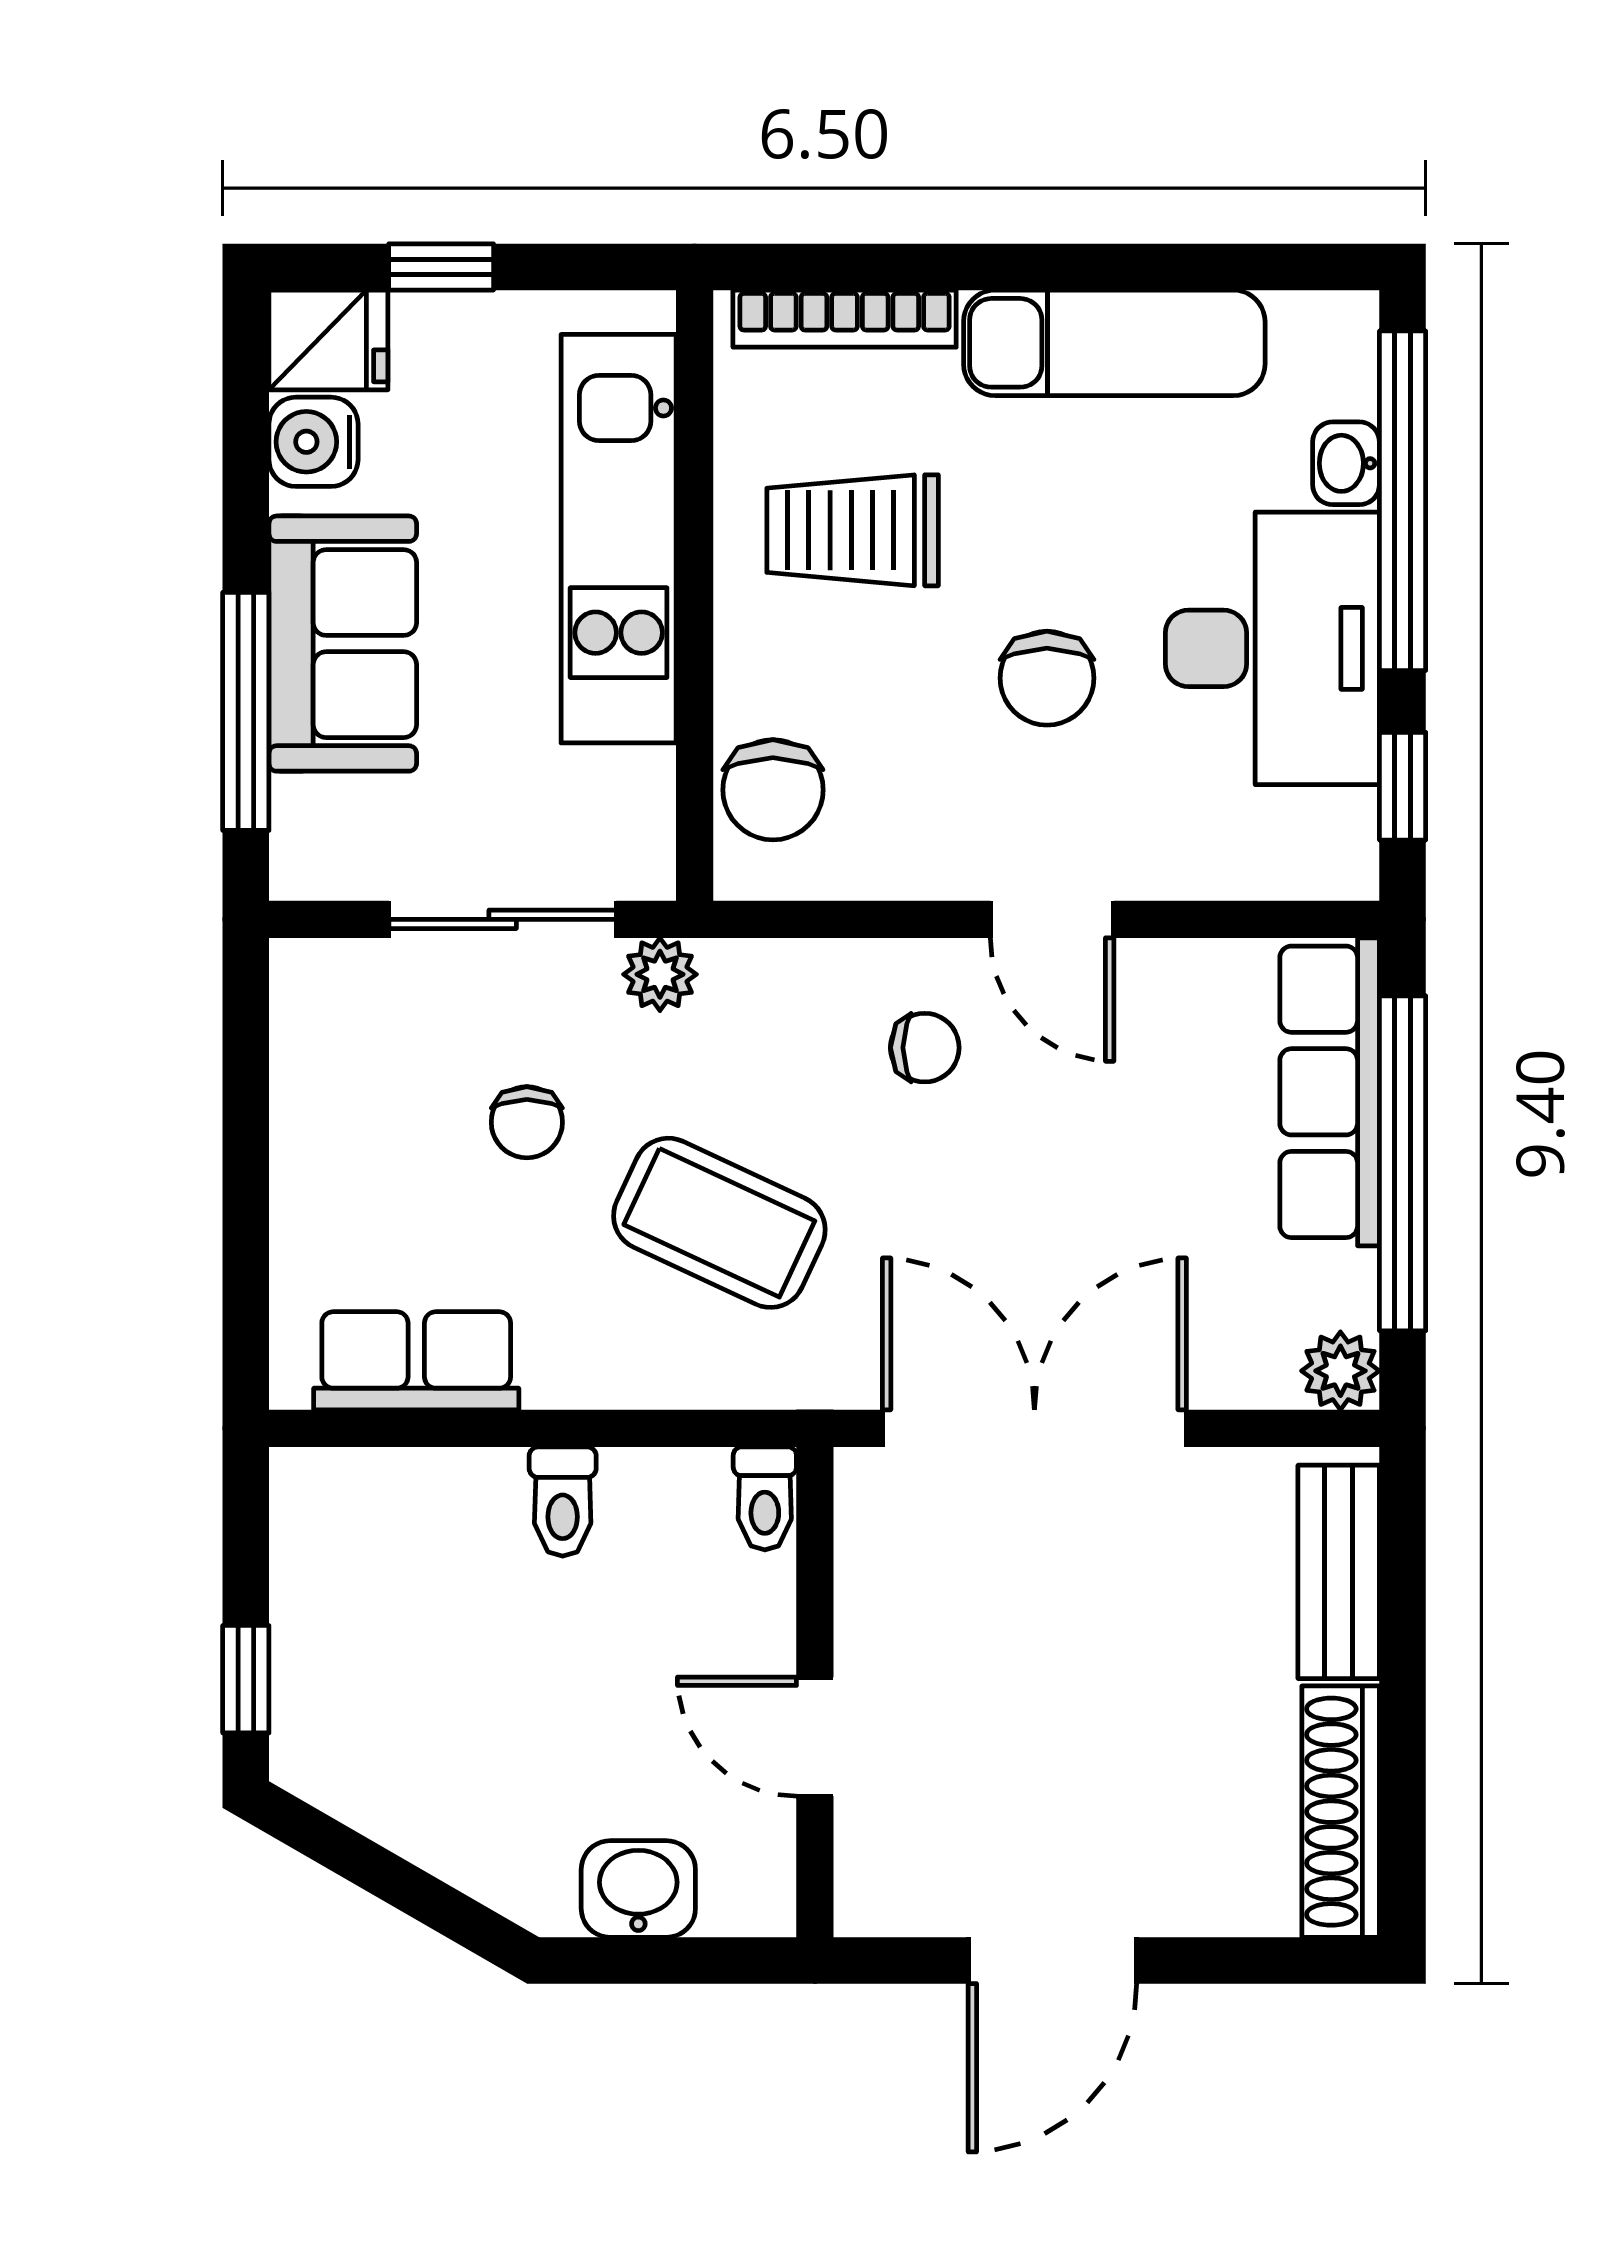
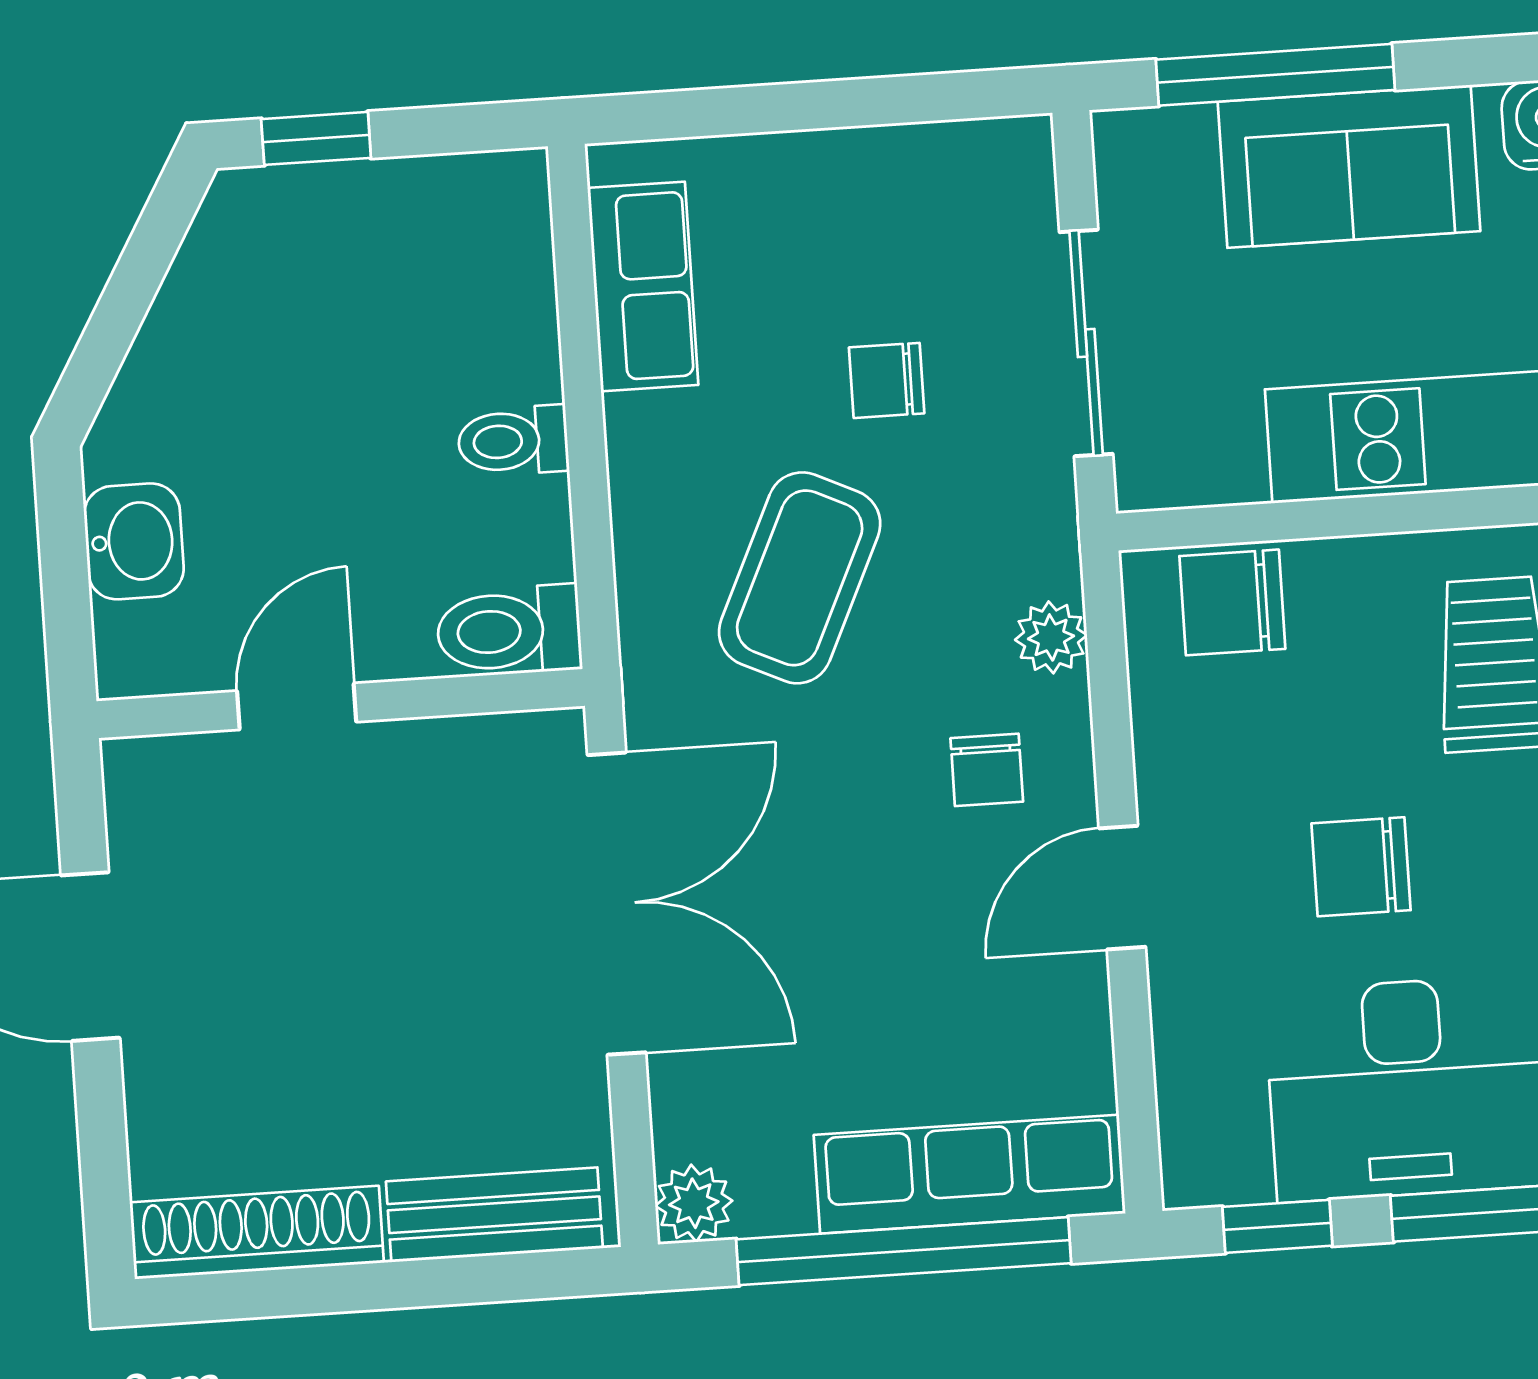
plant: (660, 974) -> (1051, 637), moved
toilet: (765, 1498) -> (509, 631), width x1.37, depth x1.39

